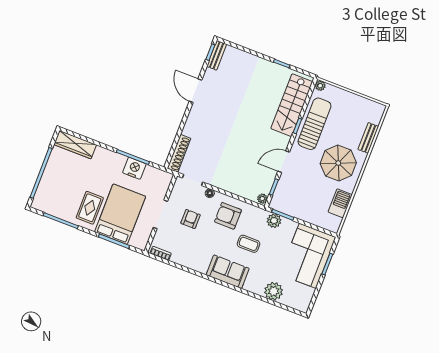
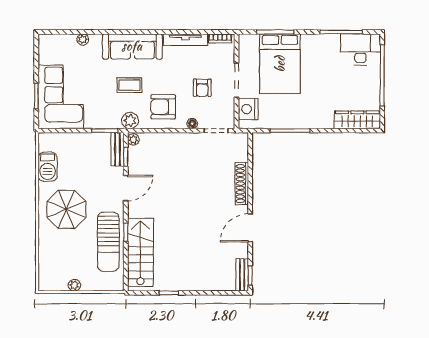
plant: (320, 86) -> (74, 285), moved
door: (195, 91) -> (250, 228), swing flipped
bench: (368, 138) -> (118, 149), moved
shoe rack: (179, 153) -> (242, 184), moved
nightstand: (134, 168) -> (248, 109), moved, turned 90
desk: (51, 201) -> (360, 49), added
rug: (90, 208) -> (315, 58), removed
armchair: (228, 216) -> (163, 107), turned 180
plant: (274, 221) -> (130, 121), moved
tv unit: (189, 263) -> (185, 40), added
sofa: (228, 272) -> (132, 46), width x1.36
plant: (274, 291) -> (83, 39), width x0.53, depth x0.53

